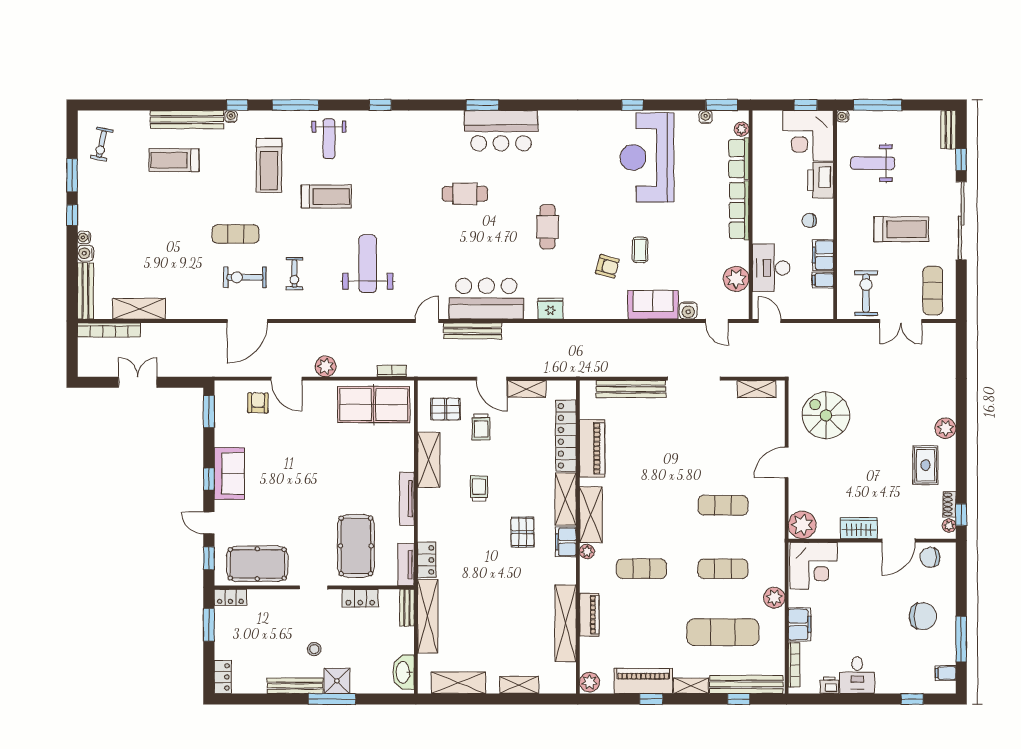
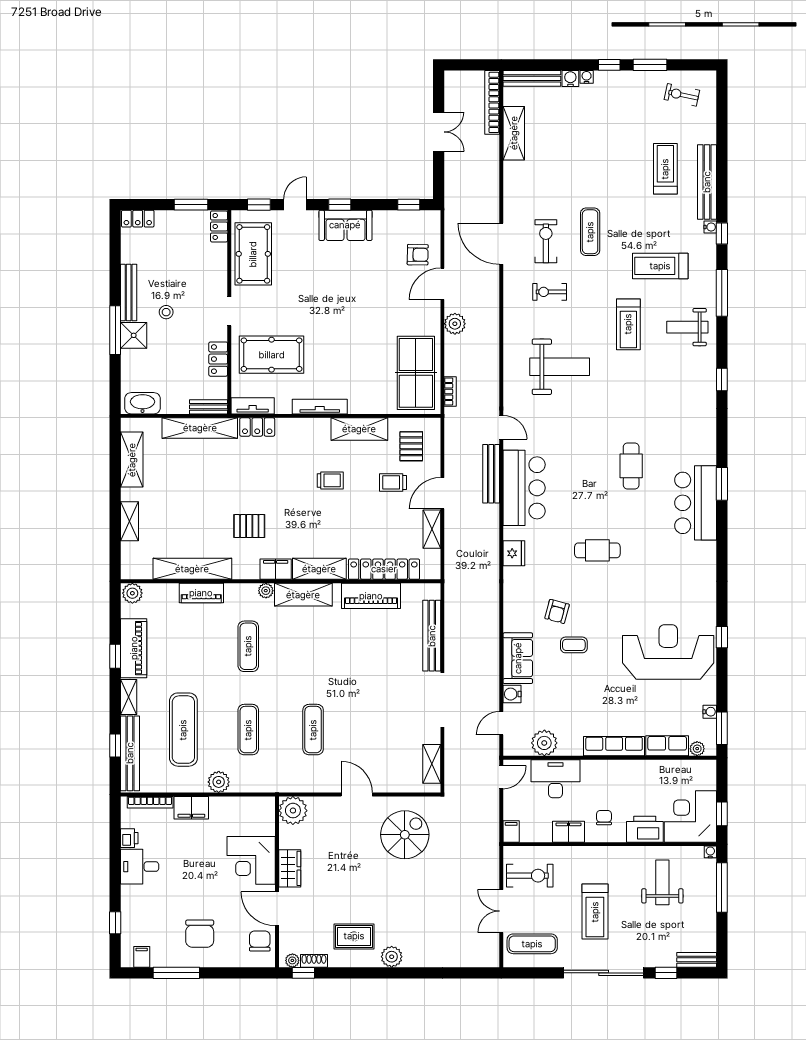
filing cabinet: (823, 280) -> (511, 832), moved
window: (209, 411) -> (409, 205), width x0.67
pallet: (522, 532) -> (249, 526), moved
corner desk: (813, 566) -> (251, 860), moved

